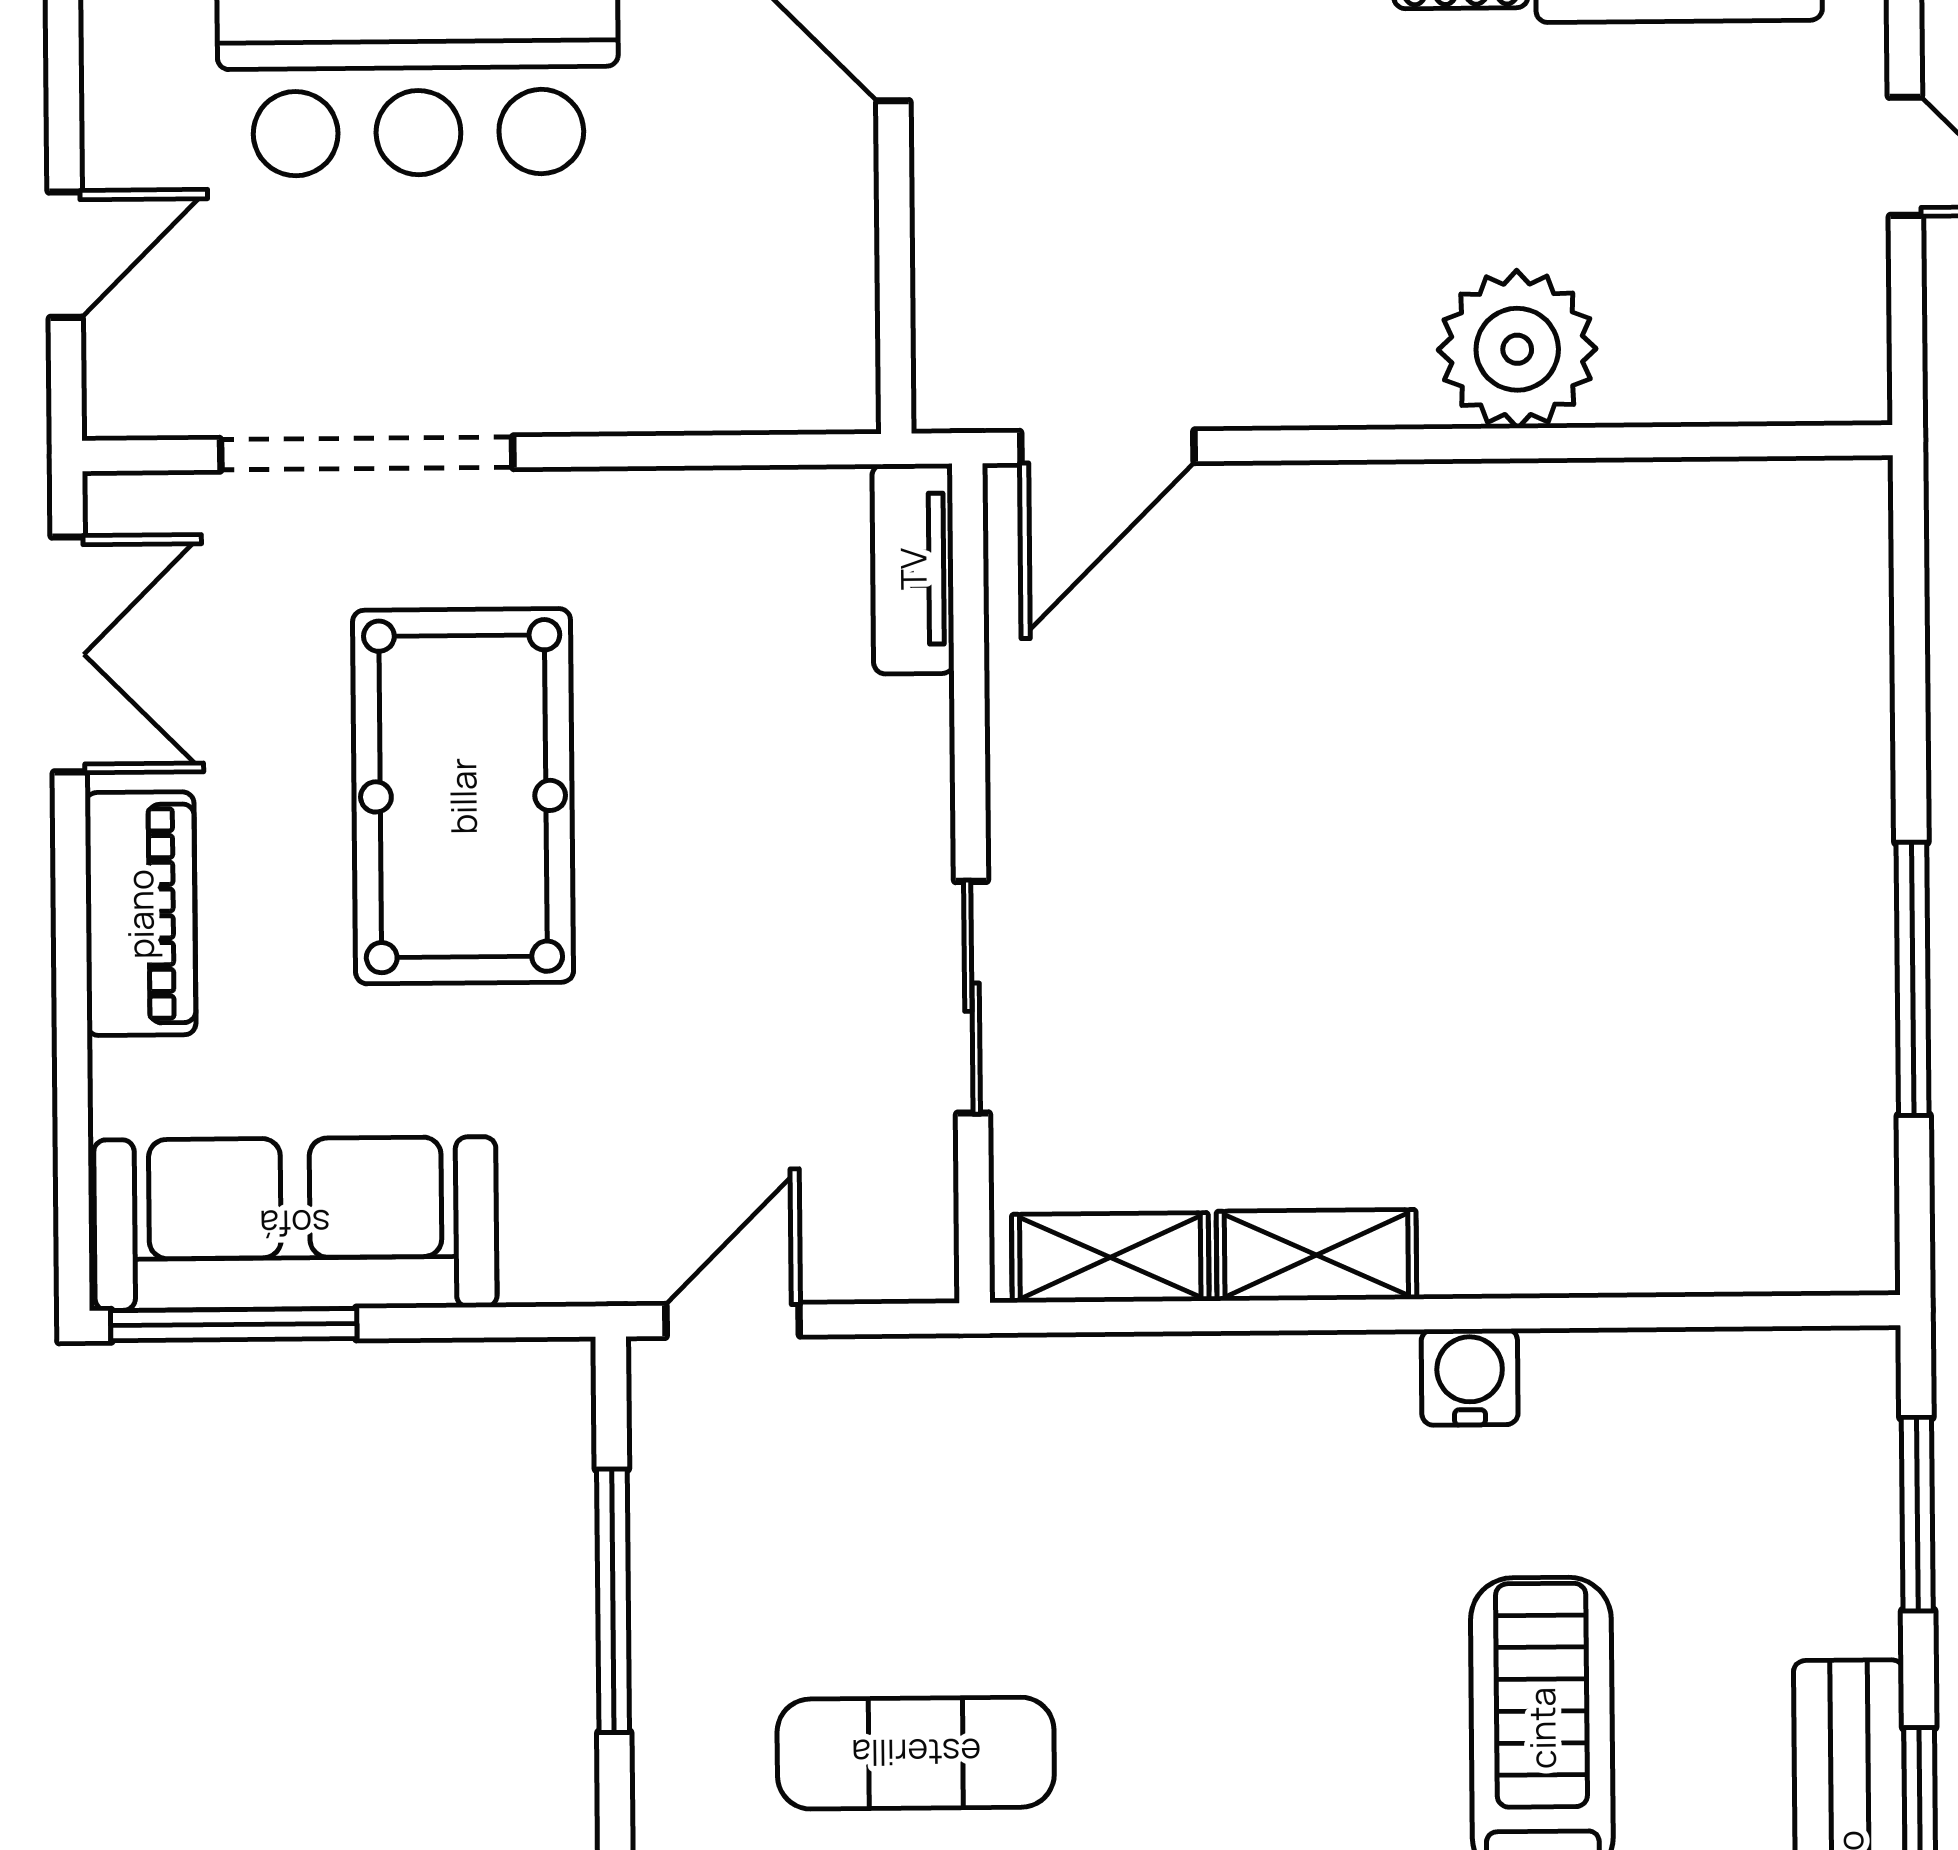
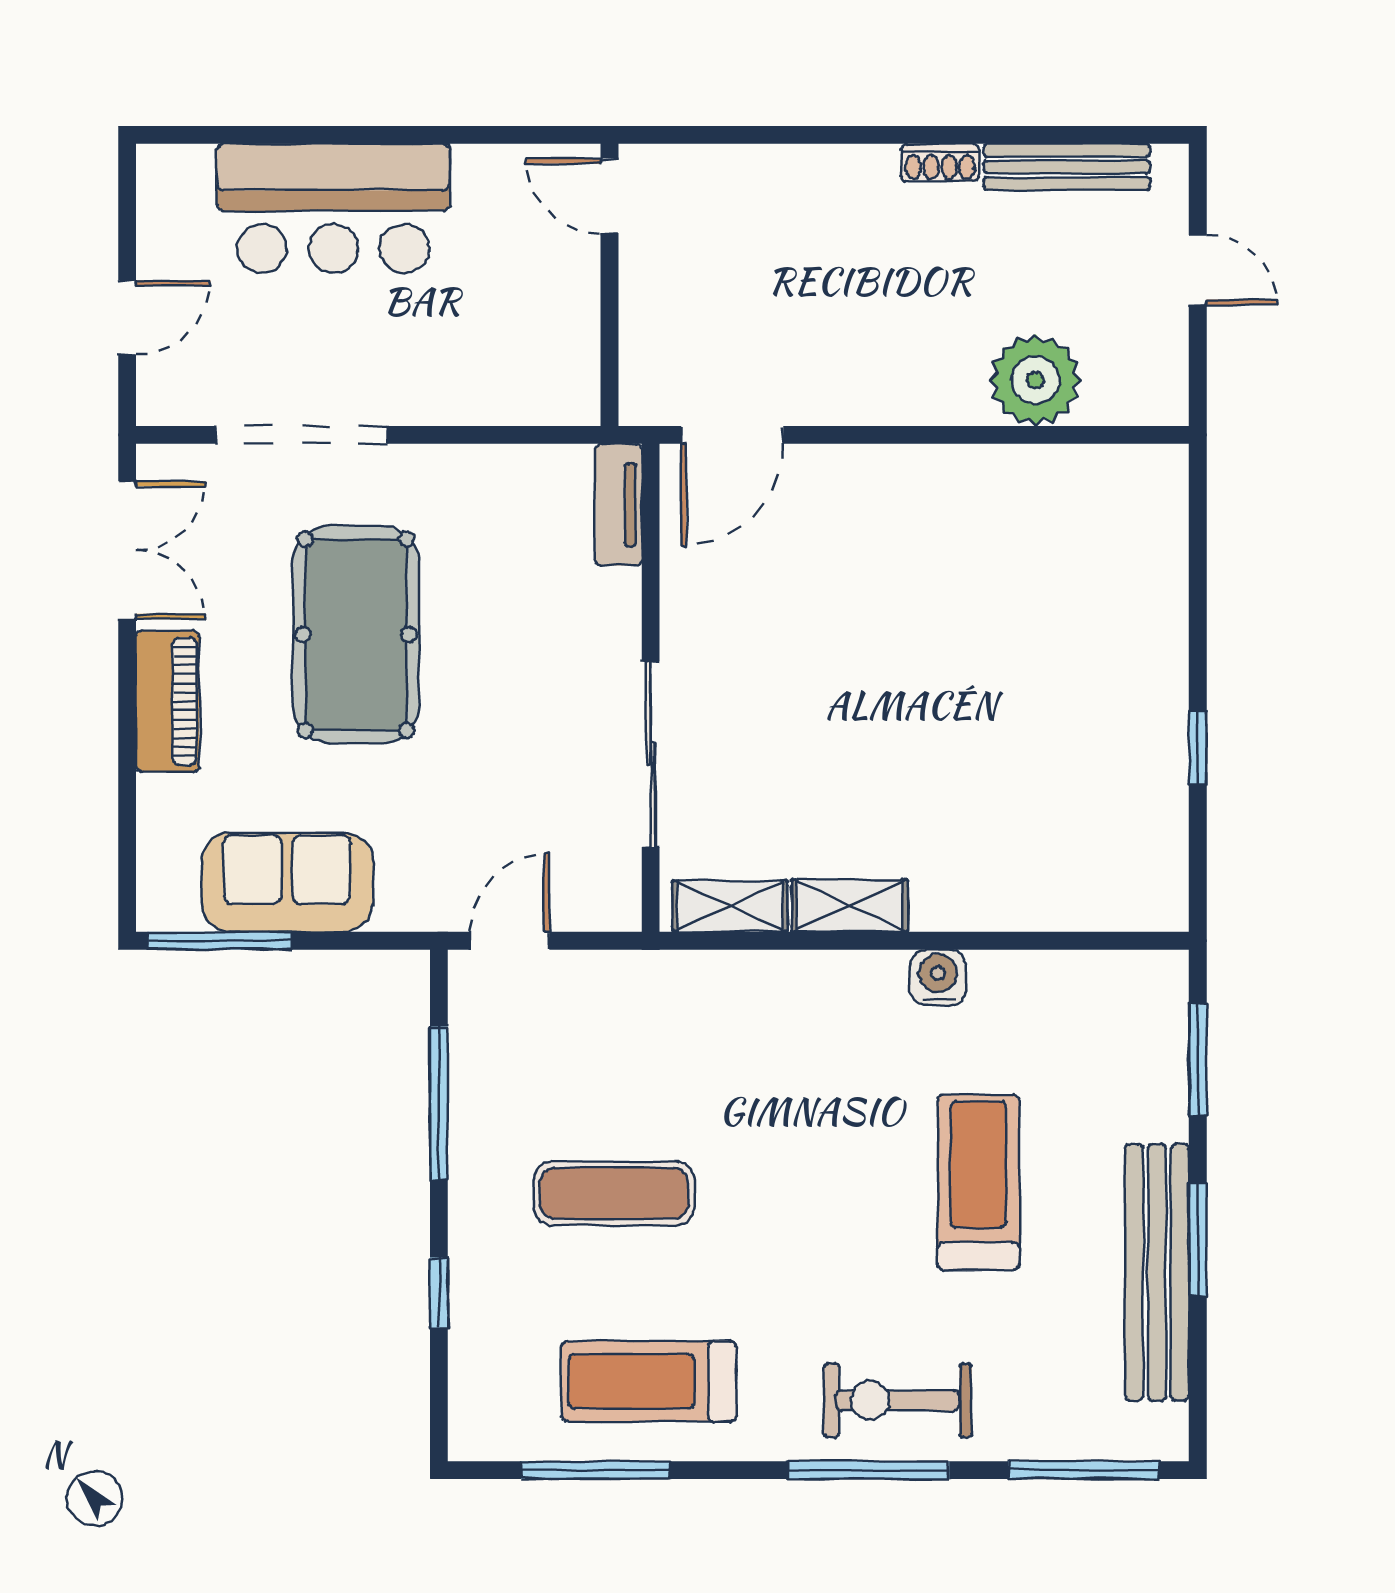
plant: (1517, 349) -> (1035, 380), moved
window: (1913, 979) -> (1198, 748), width x0.46
sliding door: (972, 997) -> (651, 754), width x1.37
sofa: (295, 1224) -> (287, 882), width x0.73

